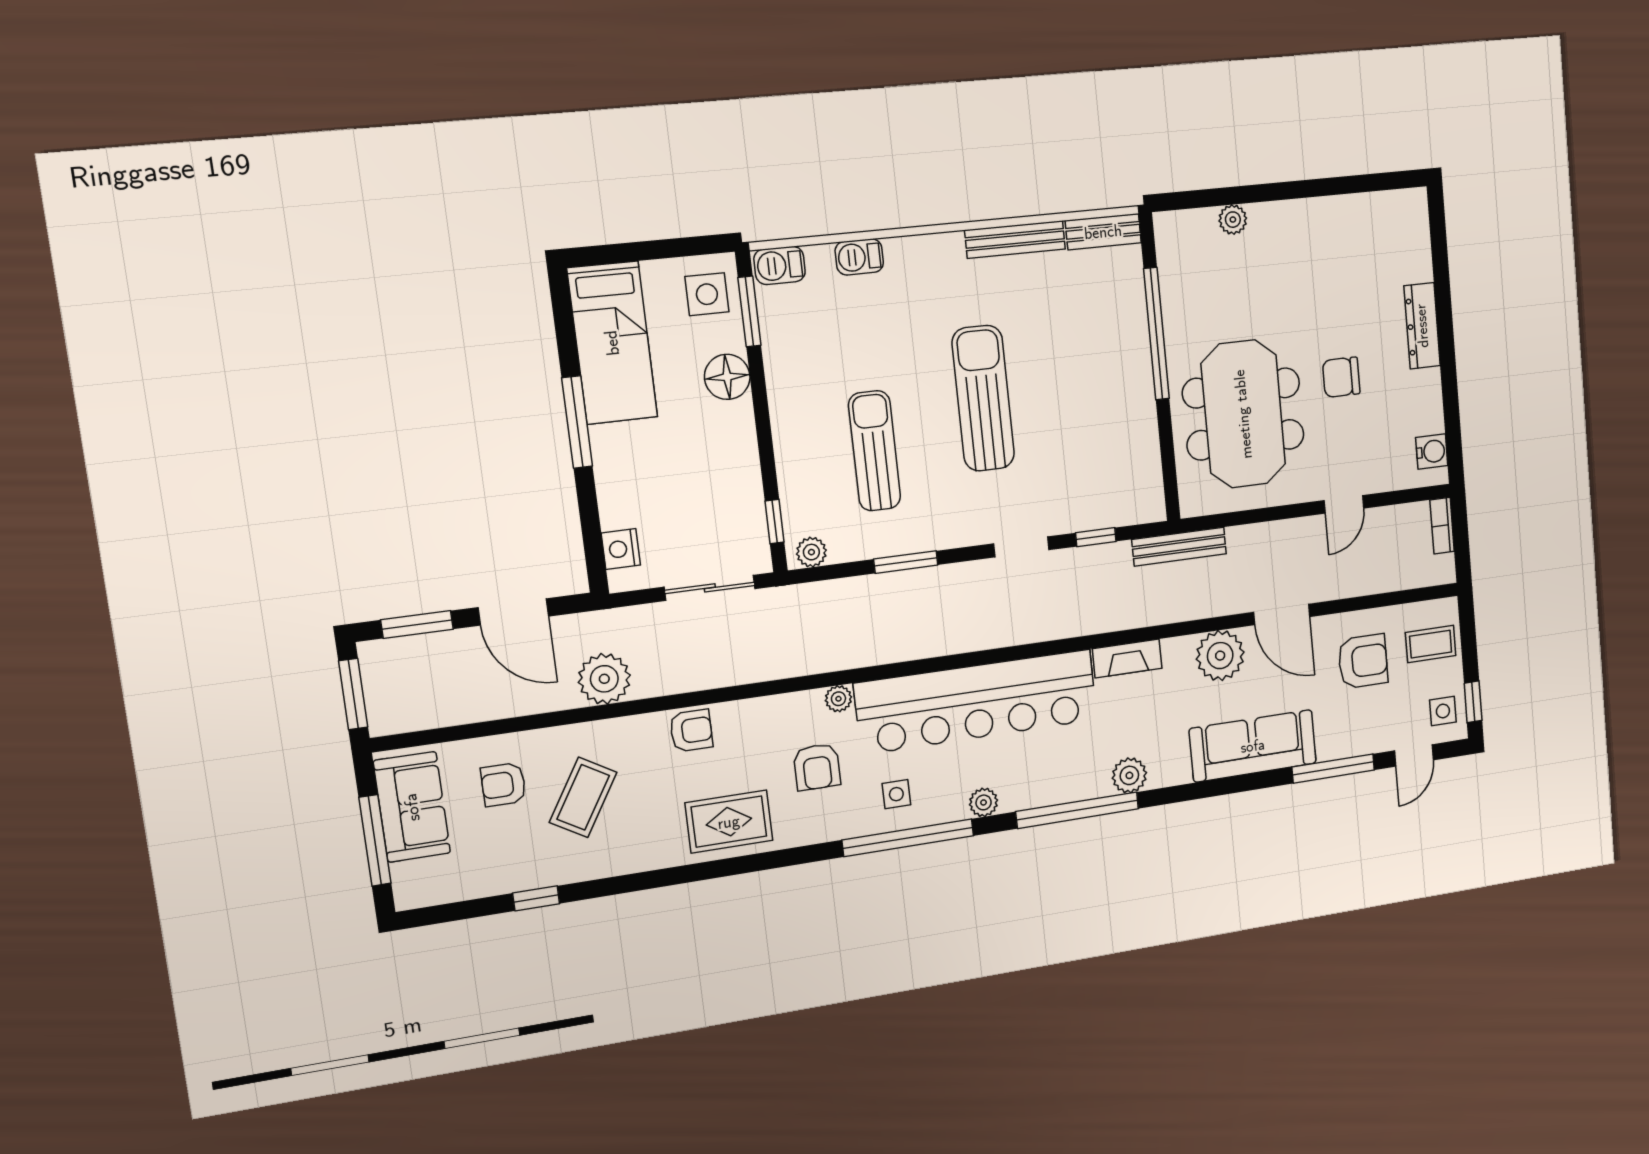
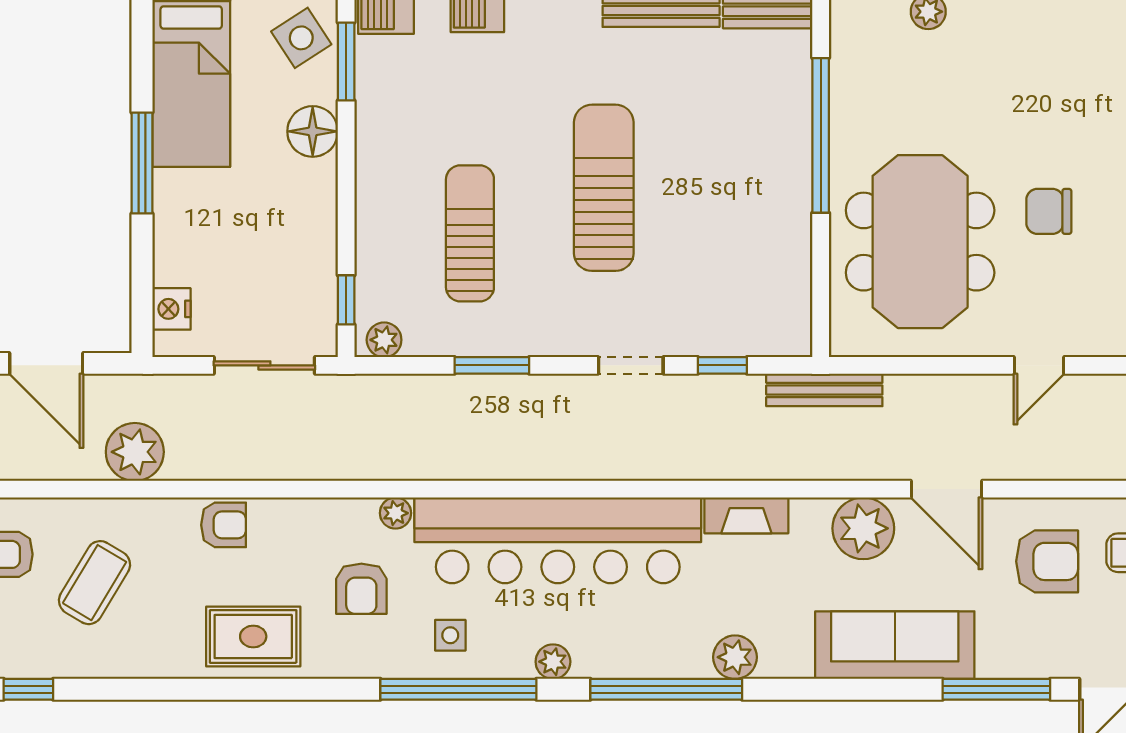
side table: (707, 294) -> (301, 38), turned -33

